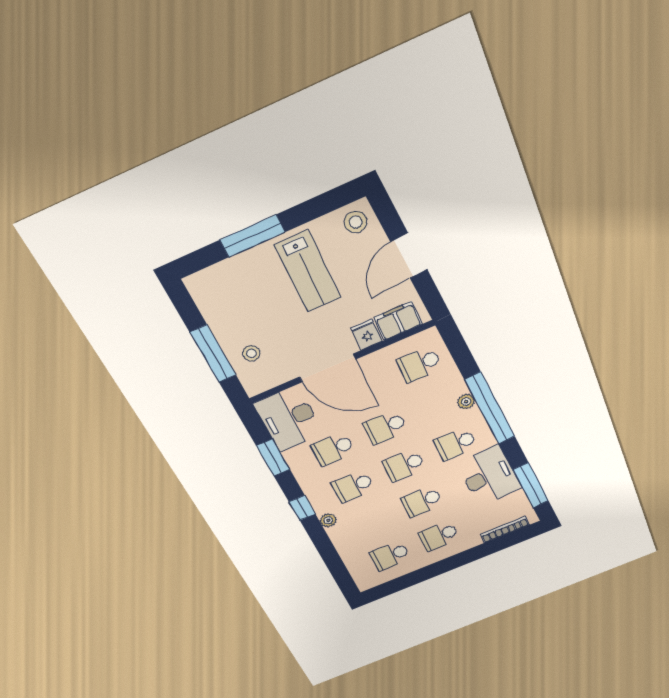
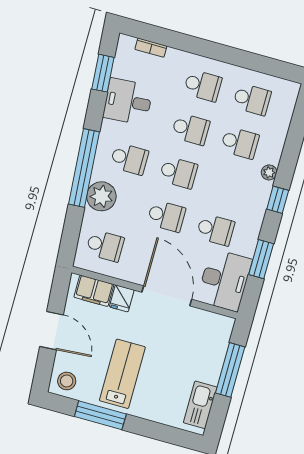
window: (252, 236) -> (100, 415), moved
door: (409, 256) -> (51, 331), hinge flipped
kitchen sink: (211, 303) -> (200, 405), added
stool: (251, 353) -> (206, 349), removed
plant: (466, 402) -> (101, 196), width x1.87, depth x1.87
desk: (489, 476) -> (128, 102), width x0.73
window: (531, 485) -> (103, 73), width x0.69
school desk: (353, 486) -> (240, 143), moved
bookcase: (505, 530) -> (151, 48), width x0.64

